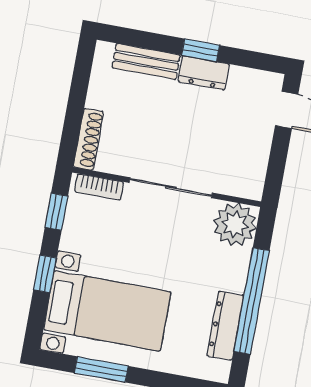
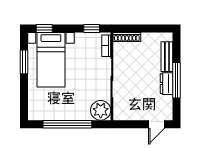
window: (201, 50) -> (177, 80), width x2.17
window: (45, 274) -> (44, 28), moved
dresser: (225, 326) -> (54, 114), removed

